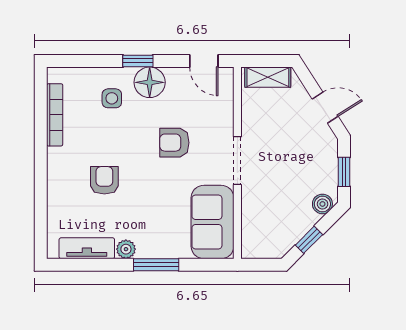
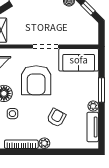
armchair: (174, 143) -> (36, 80), width x1.88, depth x1.88
plant: (57, 158) -> (44, 143), added
armchair: (104, 180) -> (56, 118), turned 119

